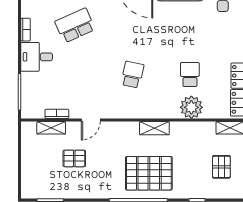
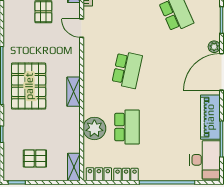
school desk: (132, 75) -> (127, 70), width x1.85
school desk: (190, 75) -> (127, 127), width x1.85

